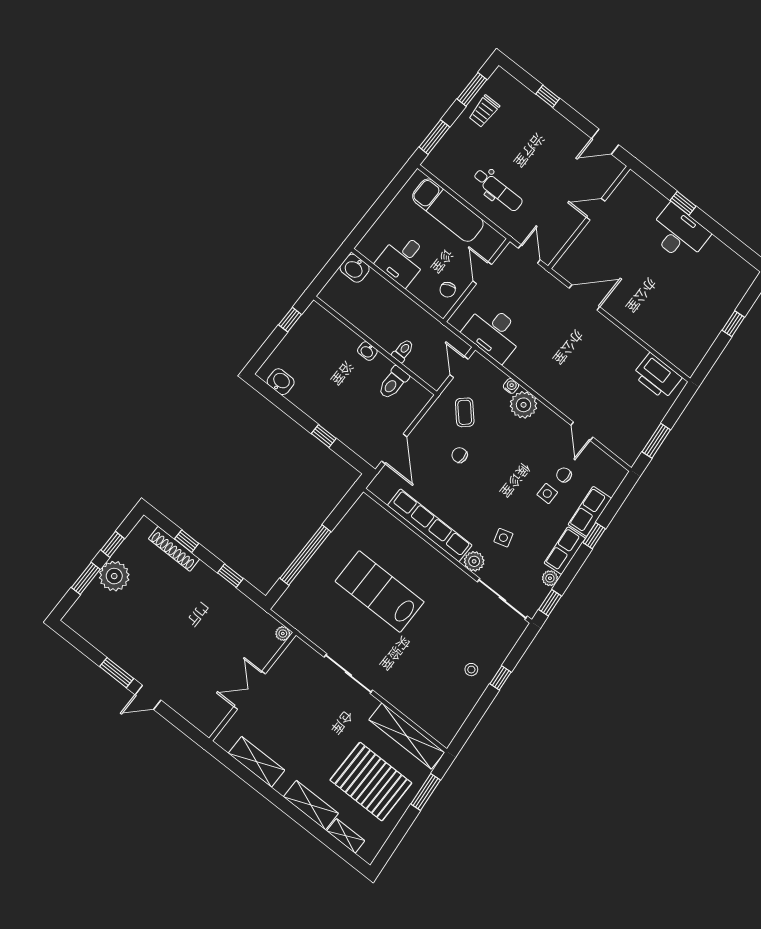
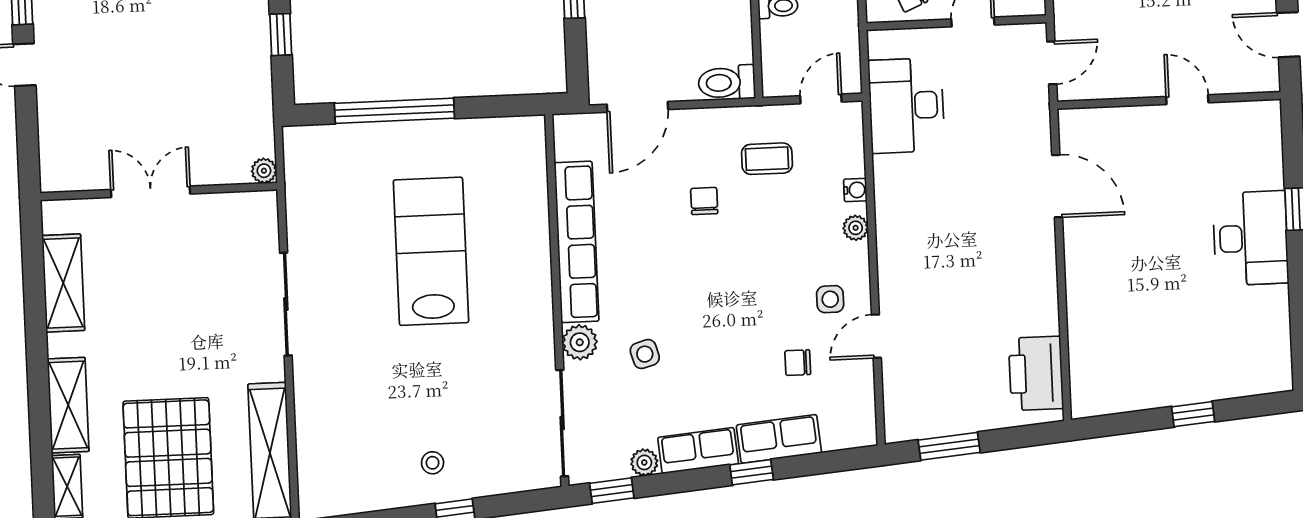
toilet: (393, 383) -> (727, 83), moved
plant: (523, 405) -> (856, 228), width x0.53, depth x0.53
coffee table: (465, 412) -> (767, 159), turned 42
chair: (564, 475) -> (798, 363), turned -90
side table: (547, 494) -> (830, 299), moved

